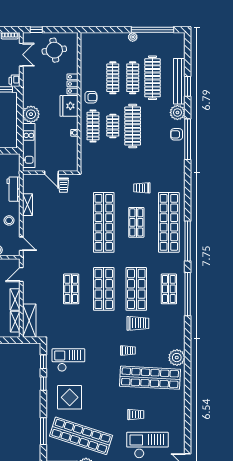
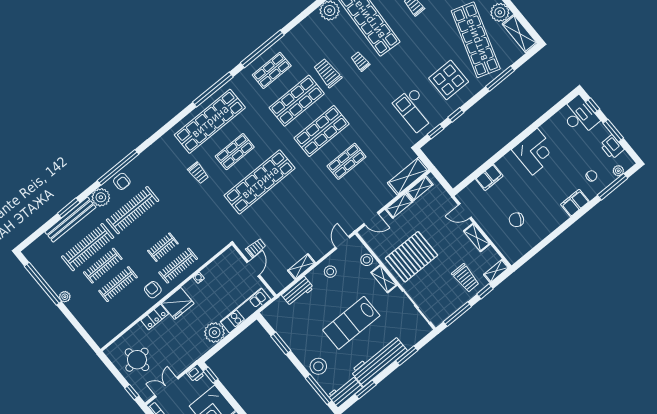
clothes rail: (133, 126) -> (133, 210), moved

